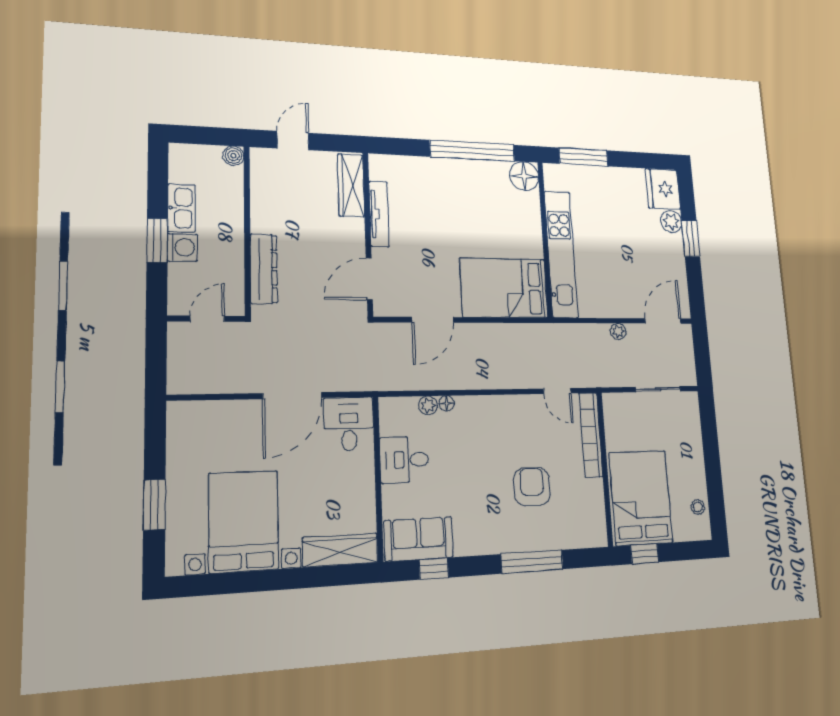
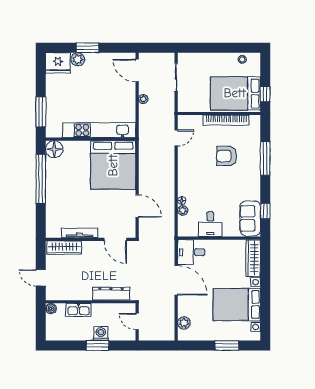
kitchen sink: (182, 208) -> (78, 310), moved, turned 180
bed: (504, 288) -> (113, 165), width x1.36
plant: (204, 413) -> (184, 323), added
bookcase: (591, 435) -> (226, 120), moved

